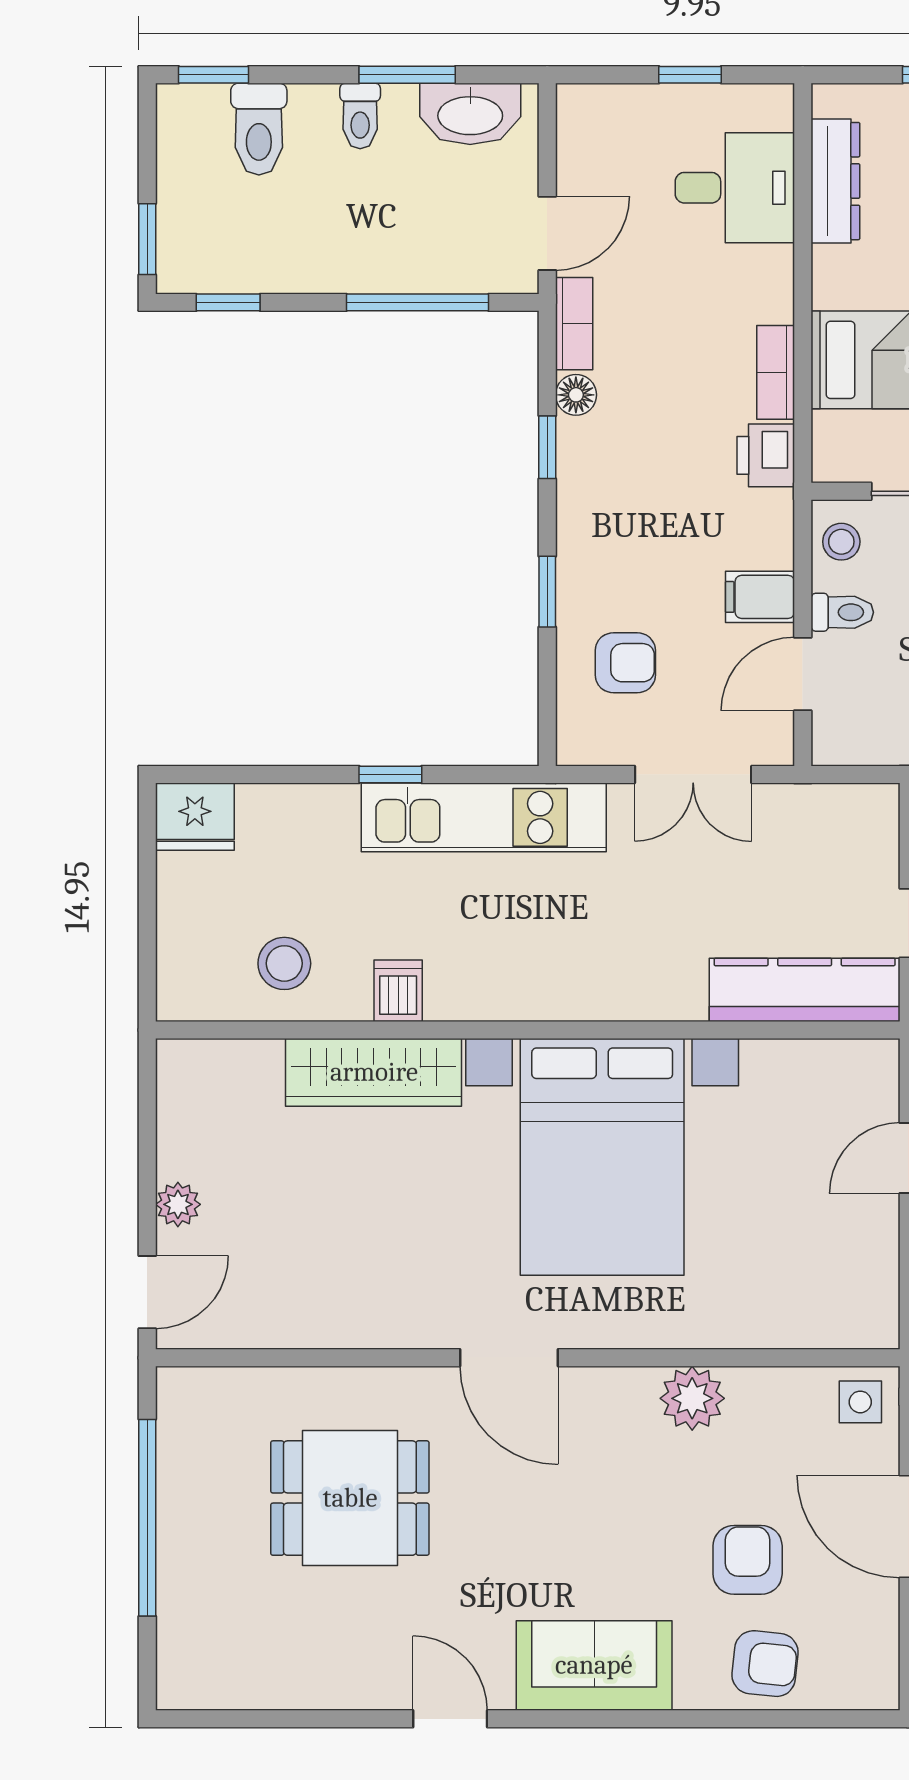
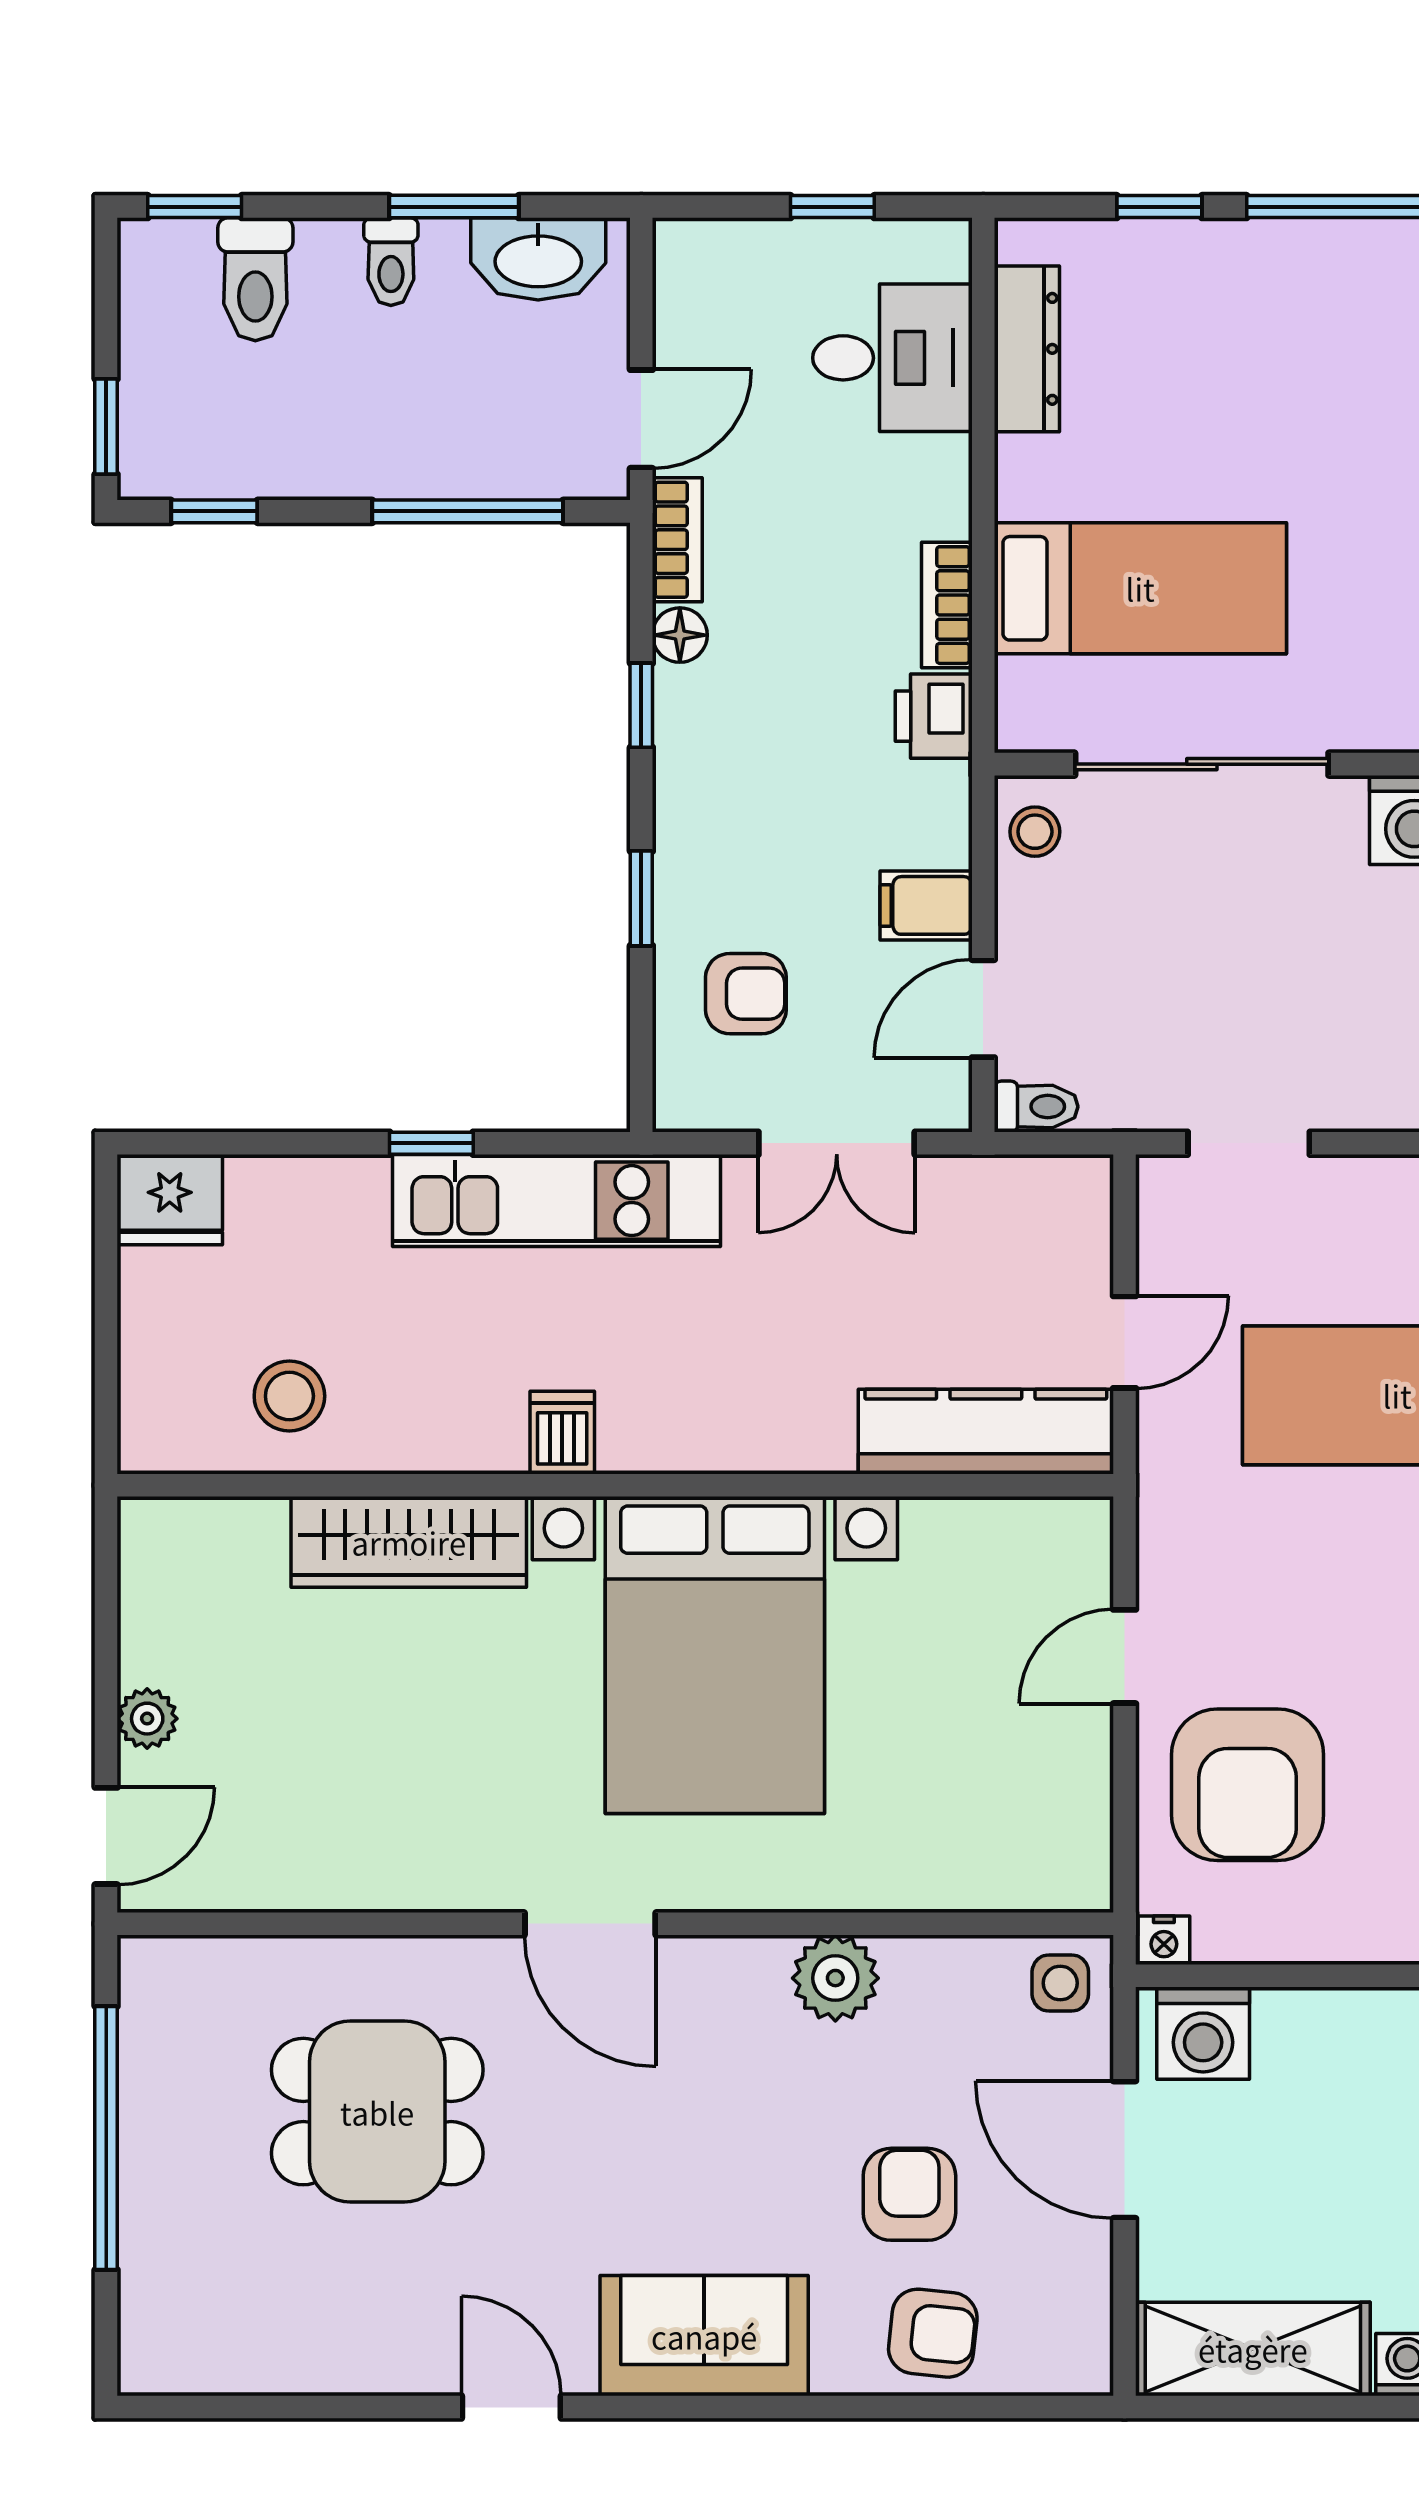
toilet: (842, 612) -> (1036, 1107), moved
dishwasher: (398, 991) -> (562, 1433), moved

